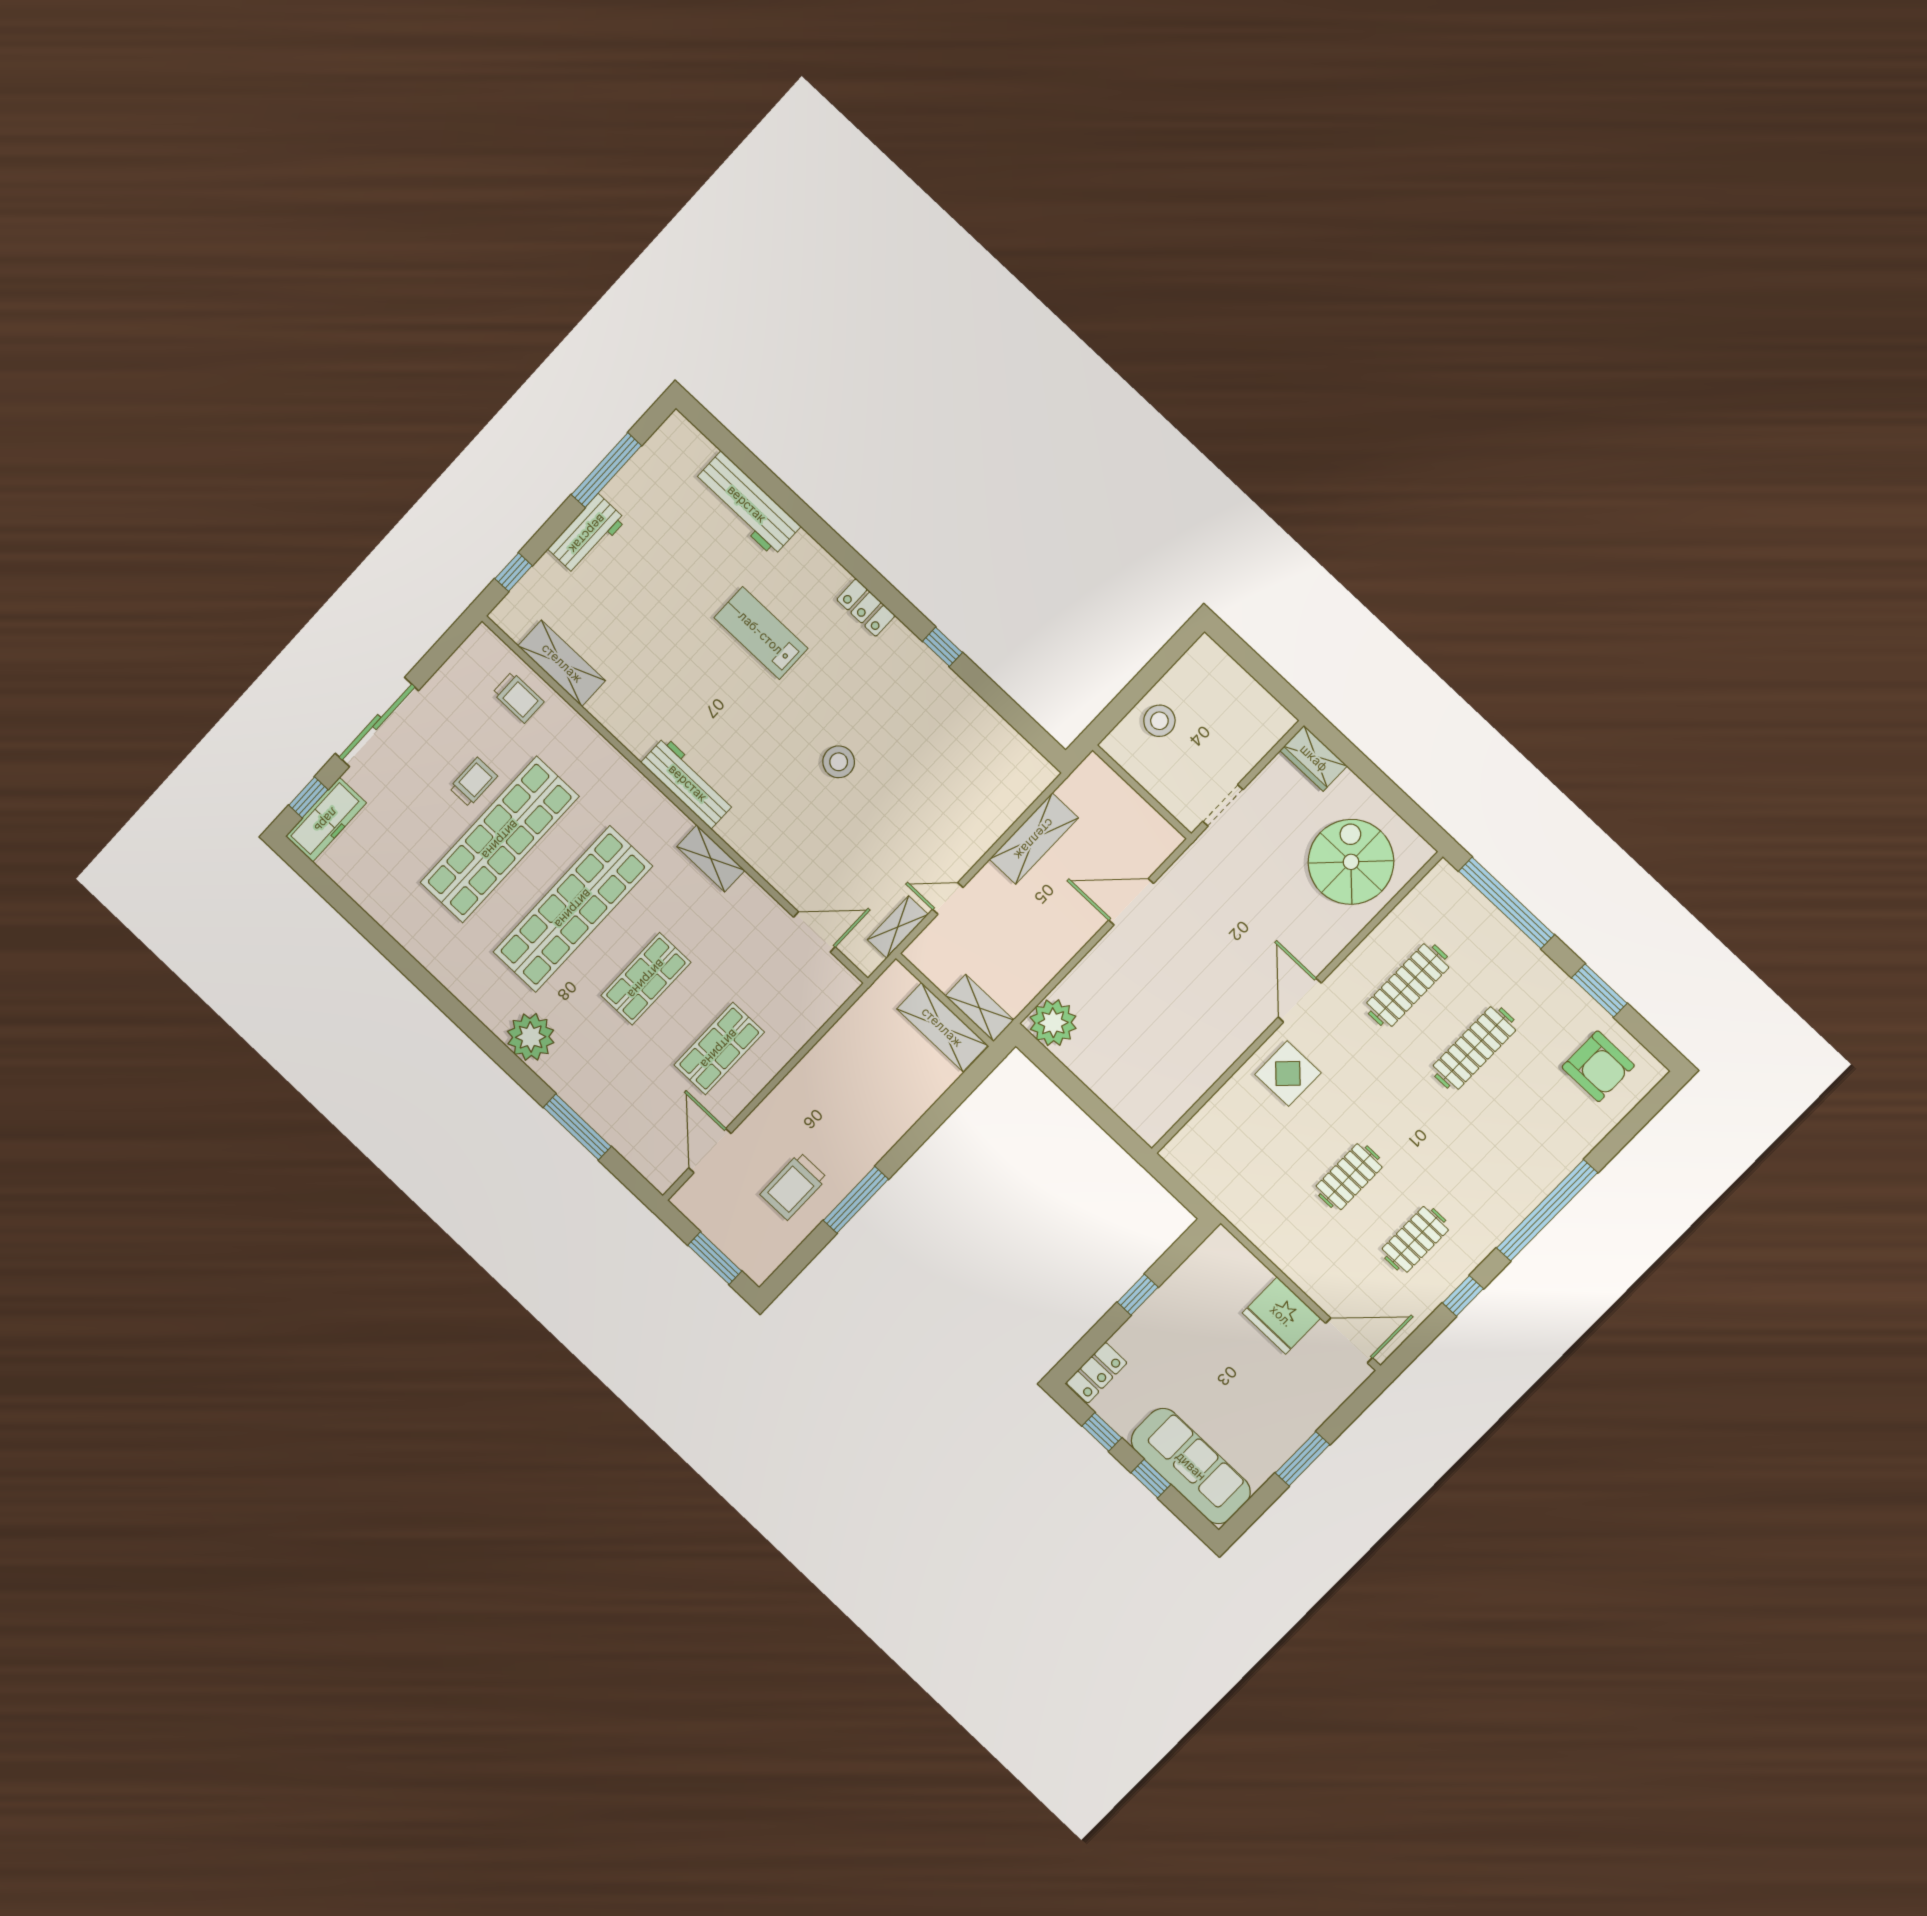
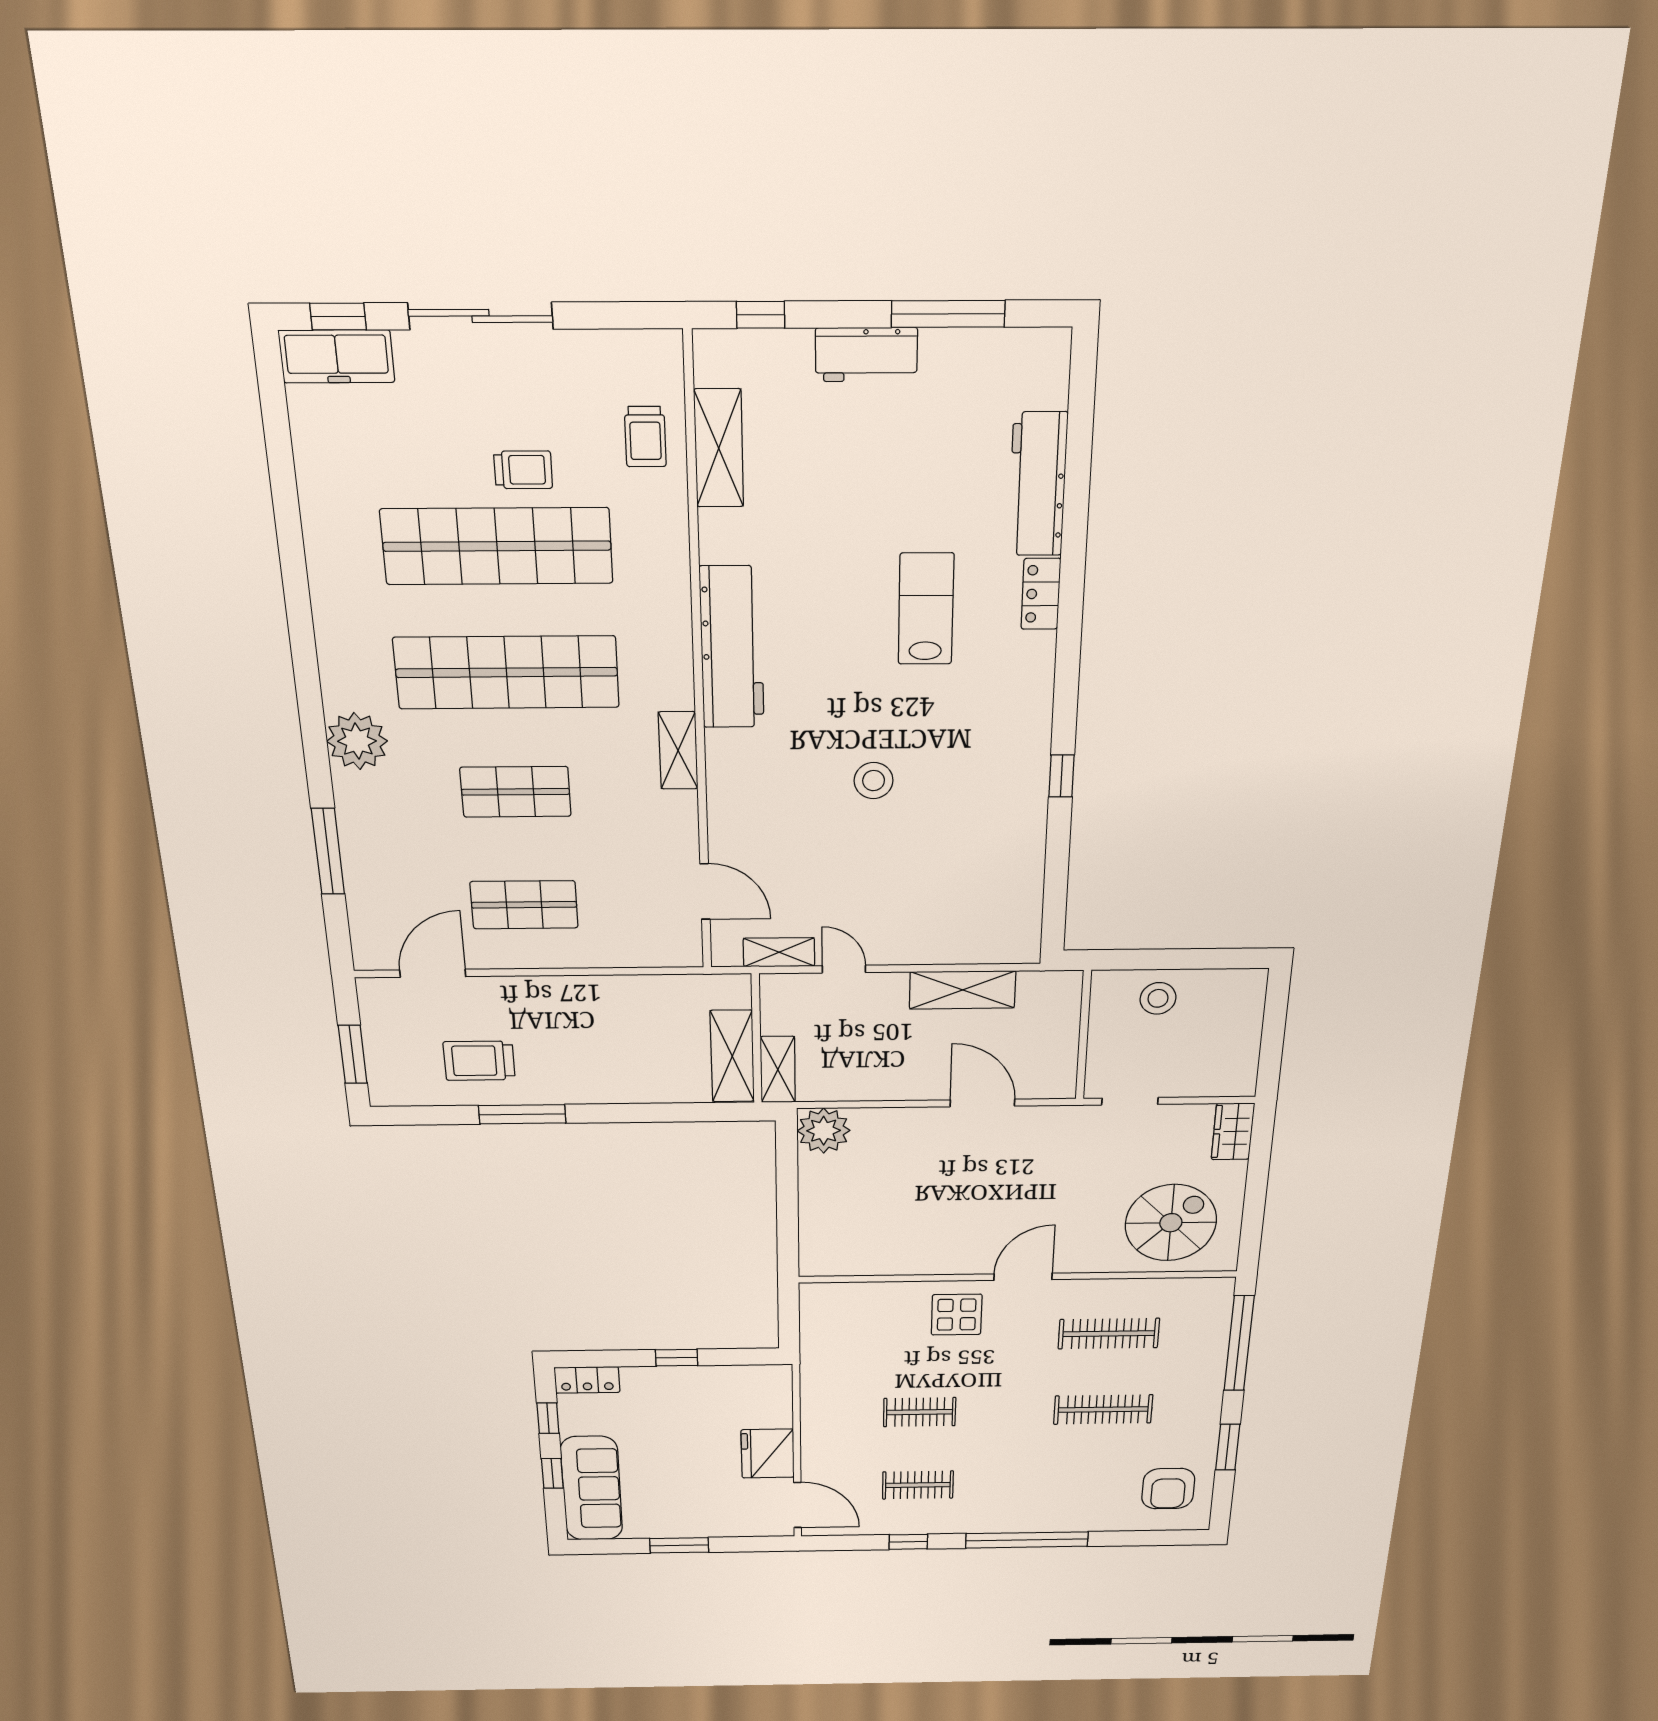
locker: (866, 608) -> (1041, 594), moved
workbench: (688, 783) -> (732, 648), width x1.36, depth x1.32

